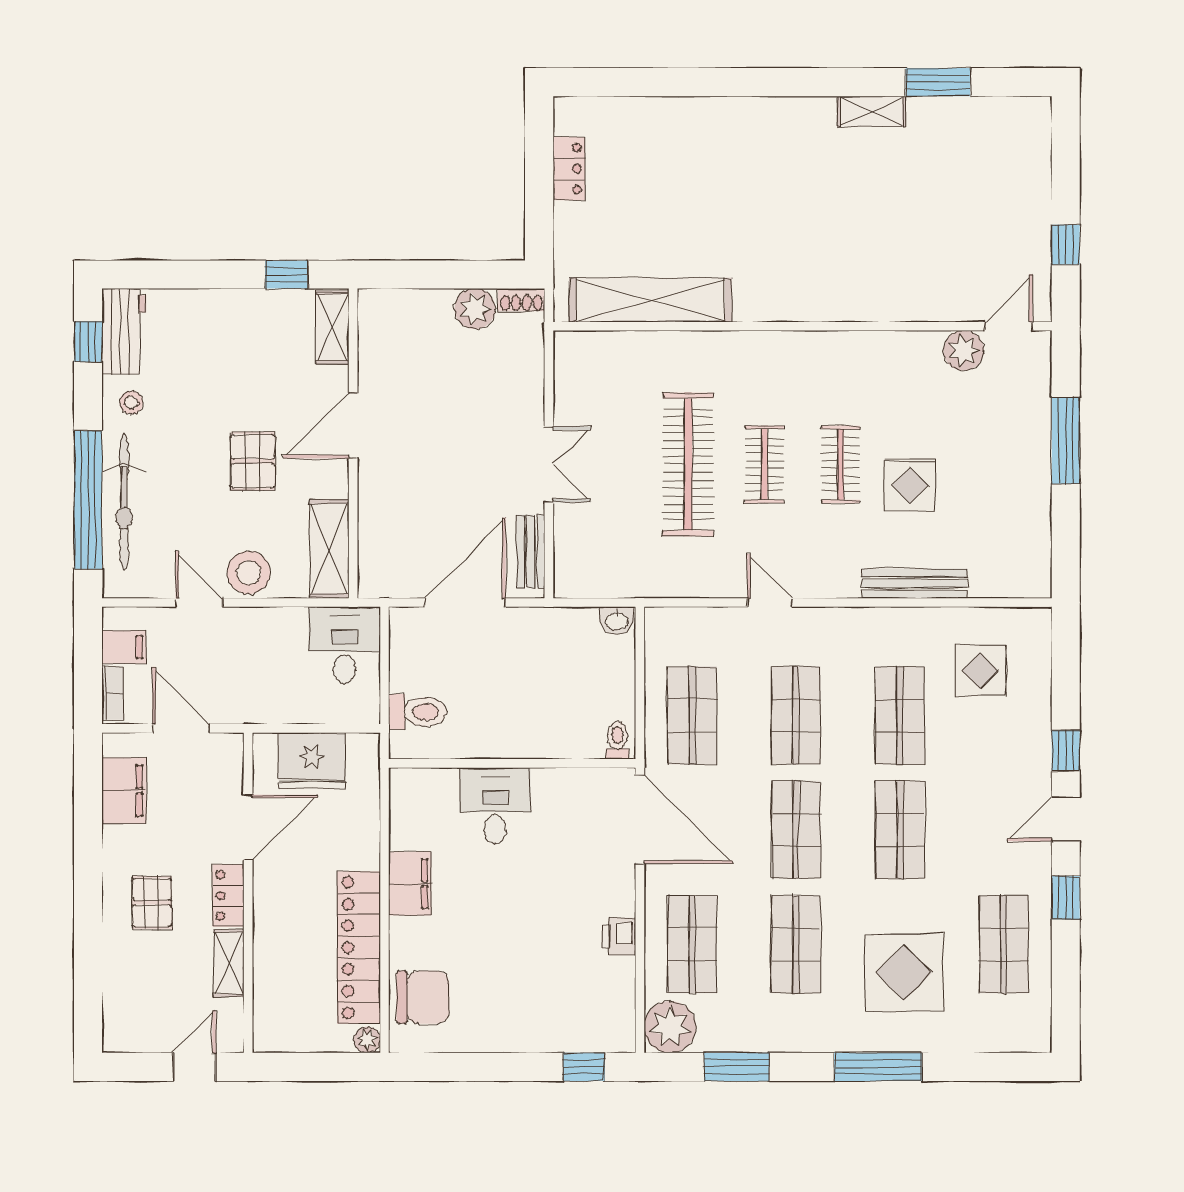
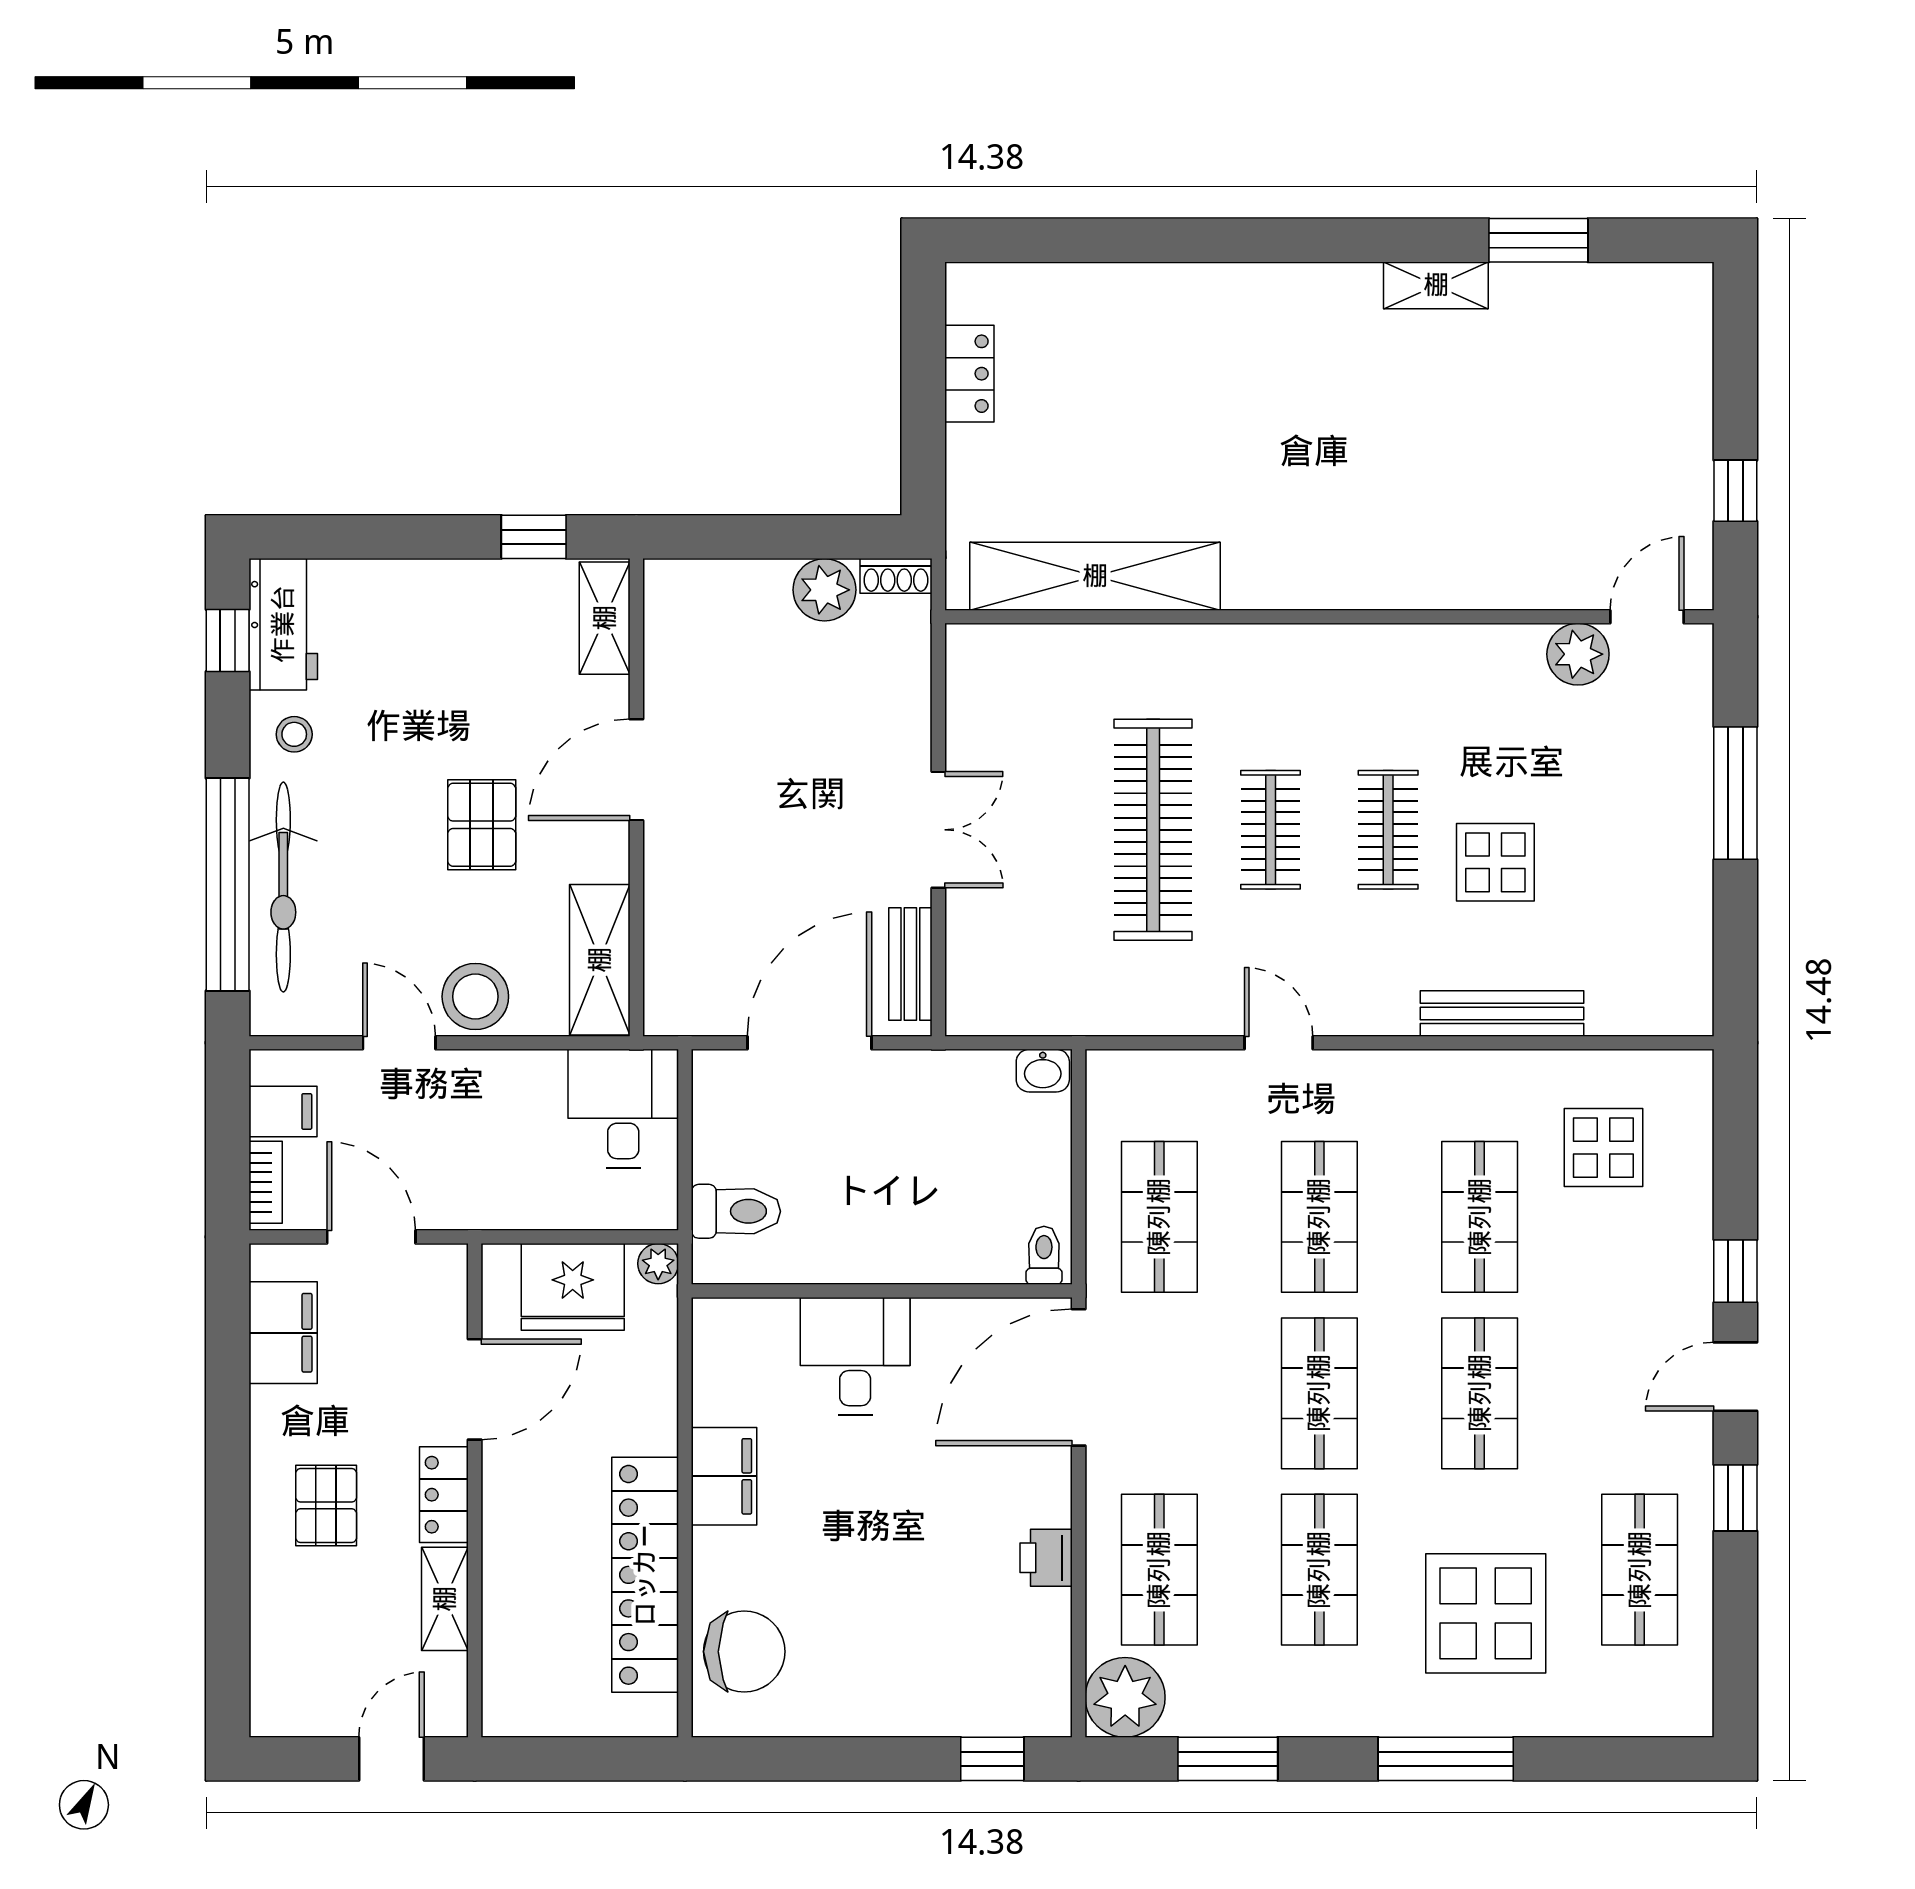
door: (640, 819) -> (1079, 1377), swing flipped
plant: (367, 1040) -> (658, 1264), moved

